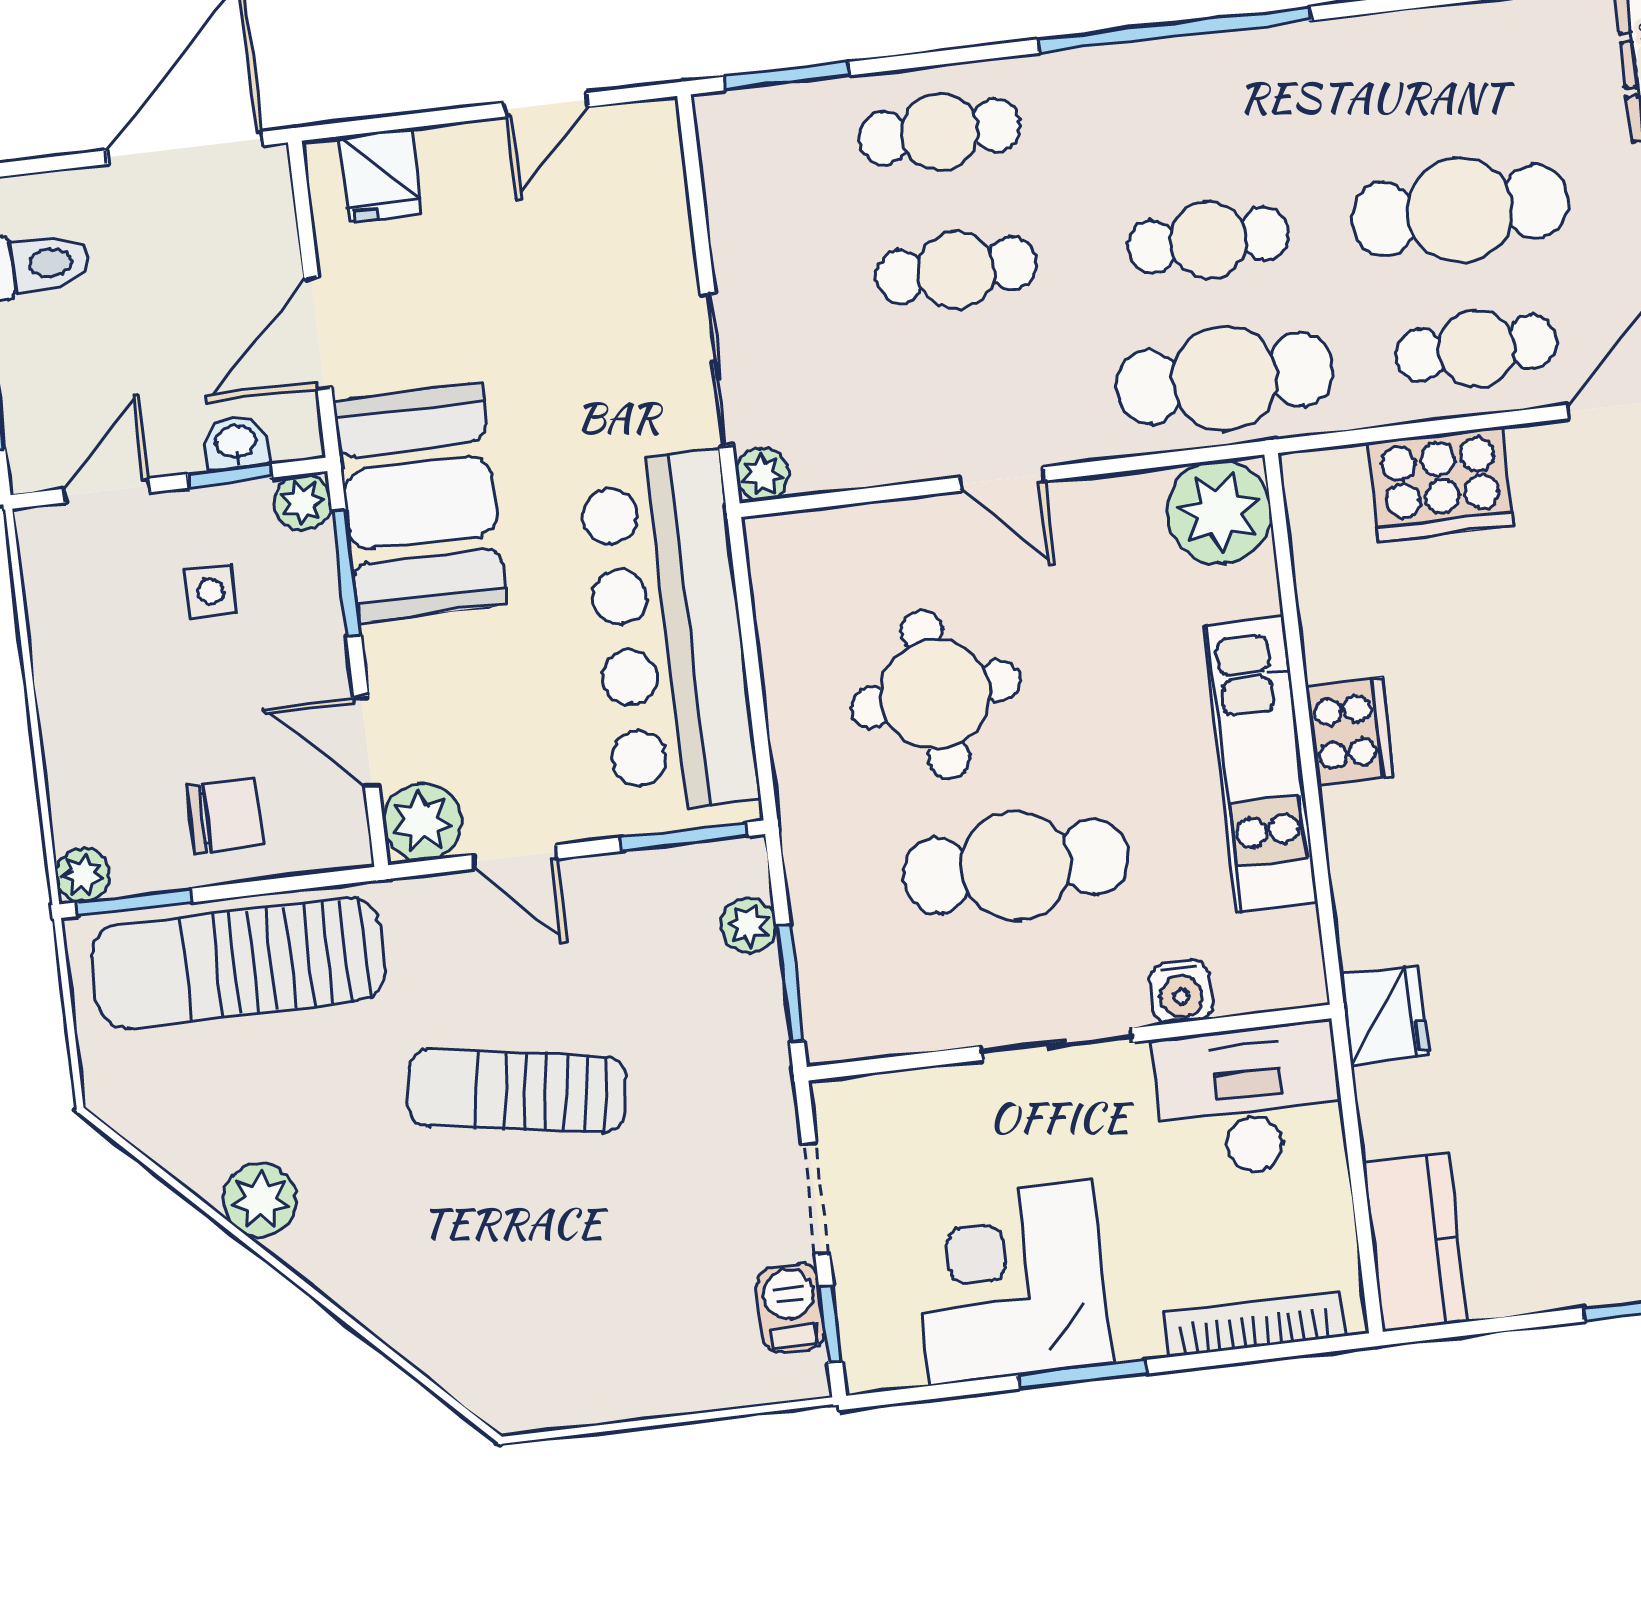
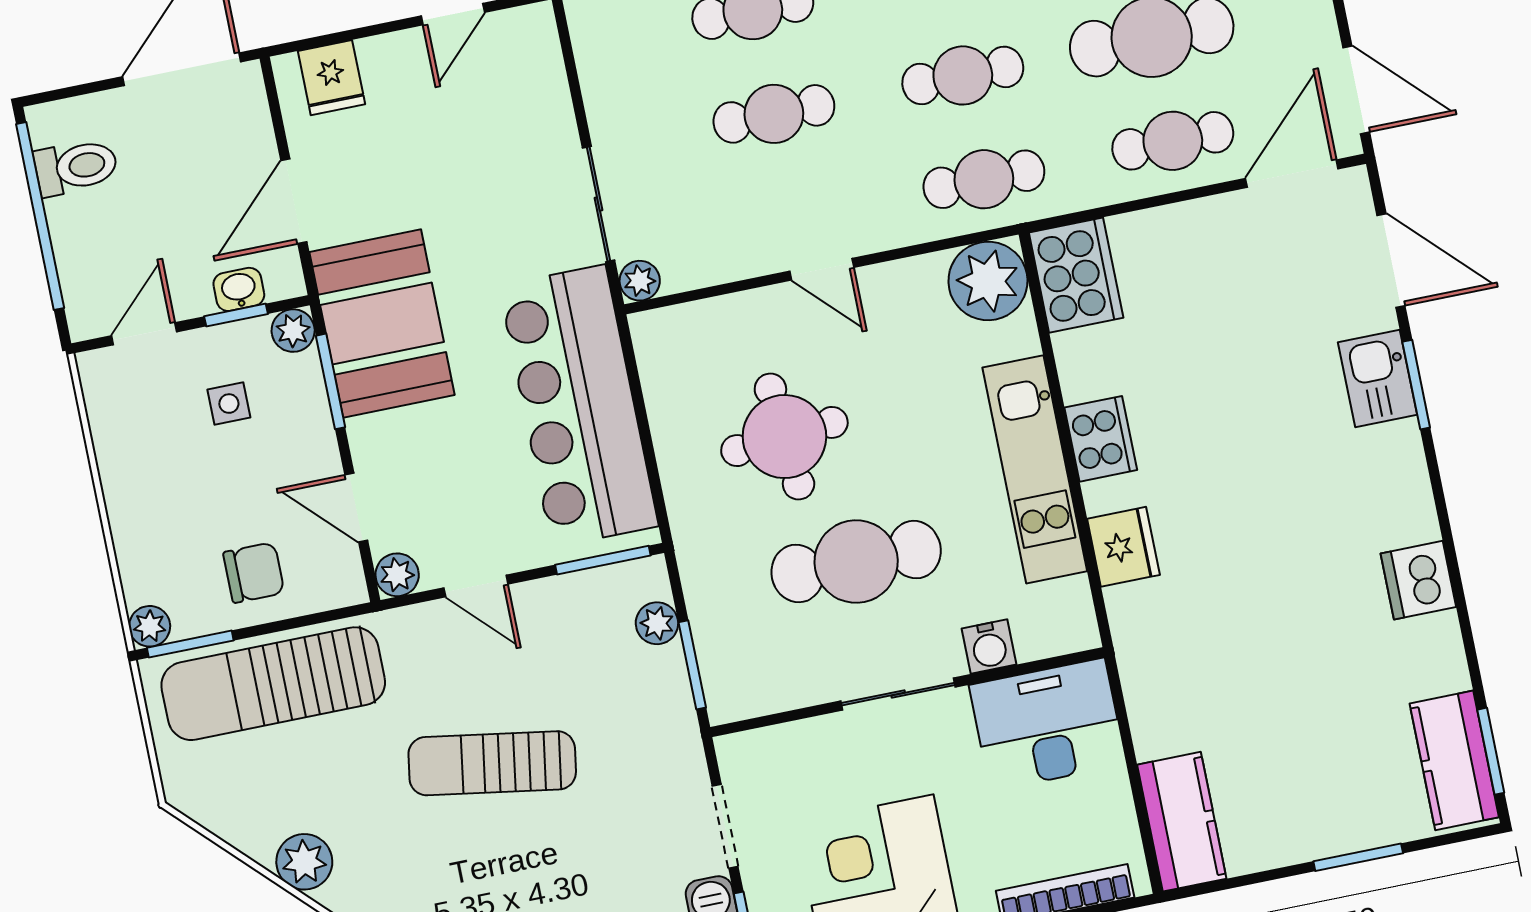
cafe table: (1225, 378) -> (984, 179), width x0.73, depth x0.74
cooker: (1441, 484) -> (1076, 275), moved, turned -90
plant: (422, 822) -> (397, 575), width x0.73, depth x0.73
fridge: (1385, 1015) -> (1123, 547), moved

